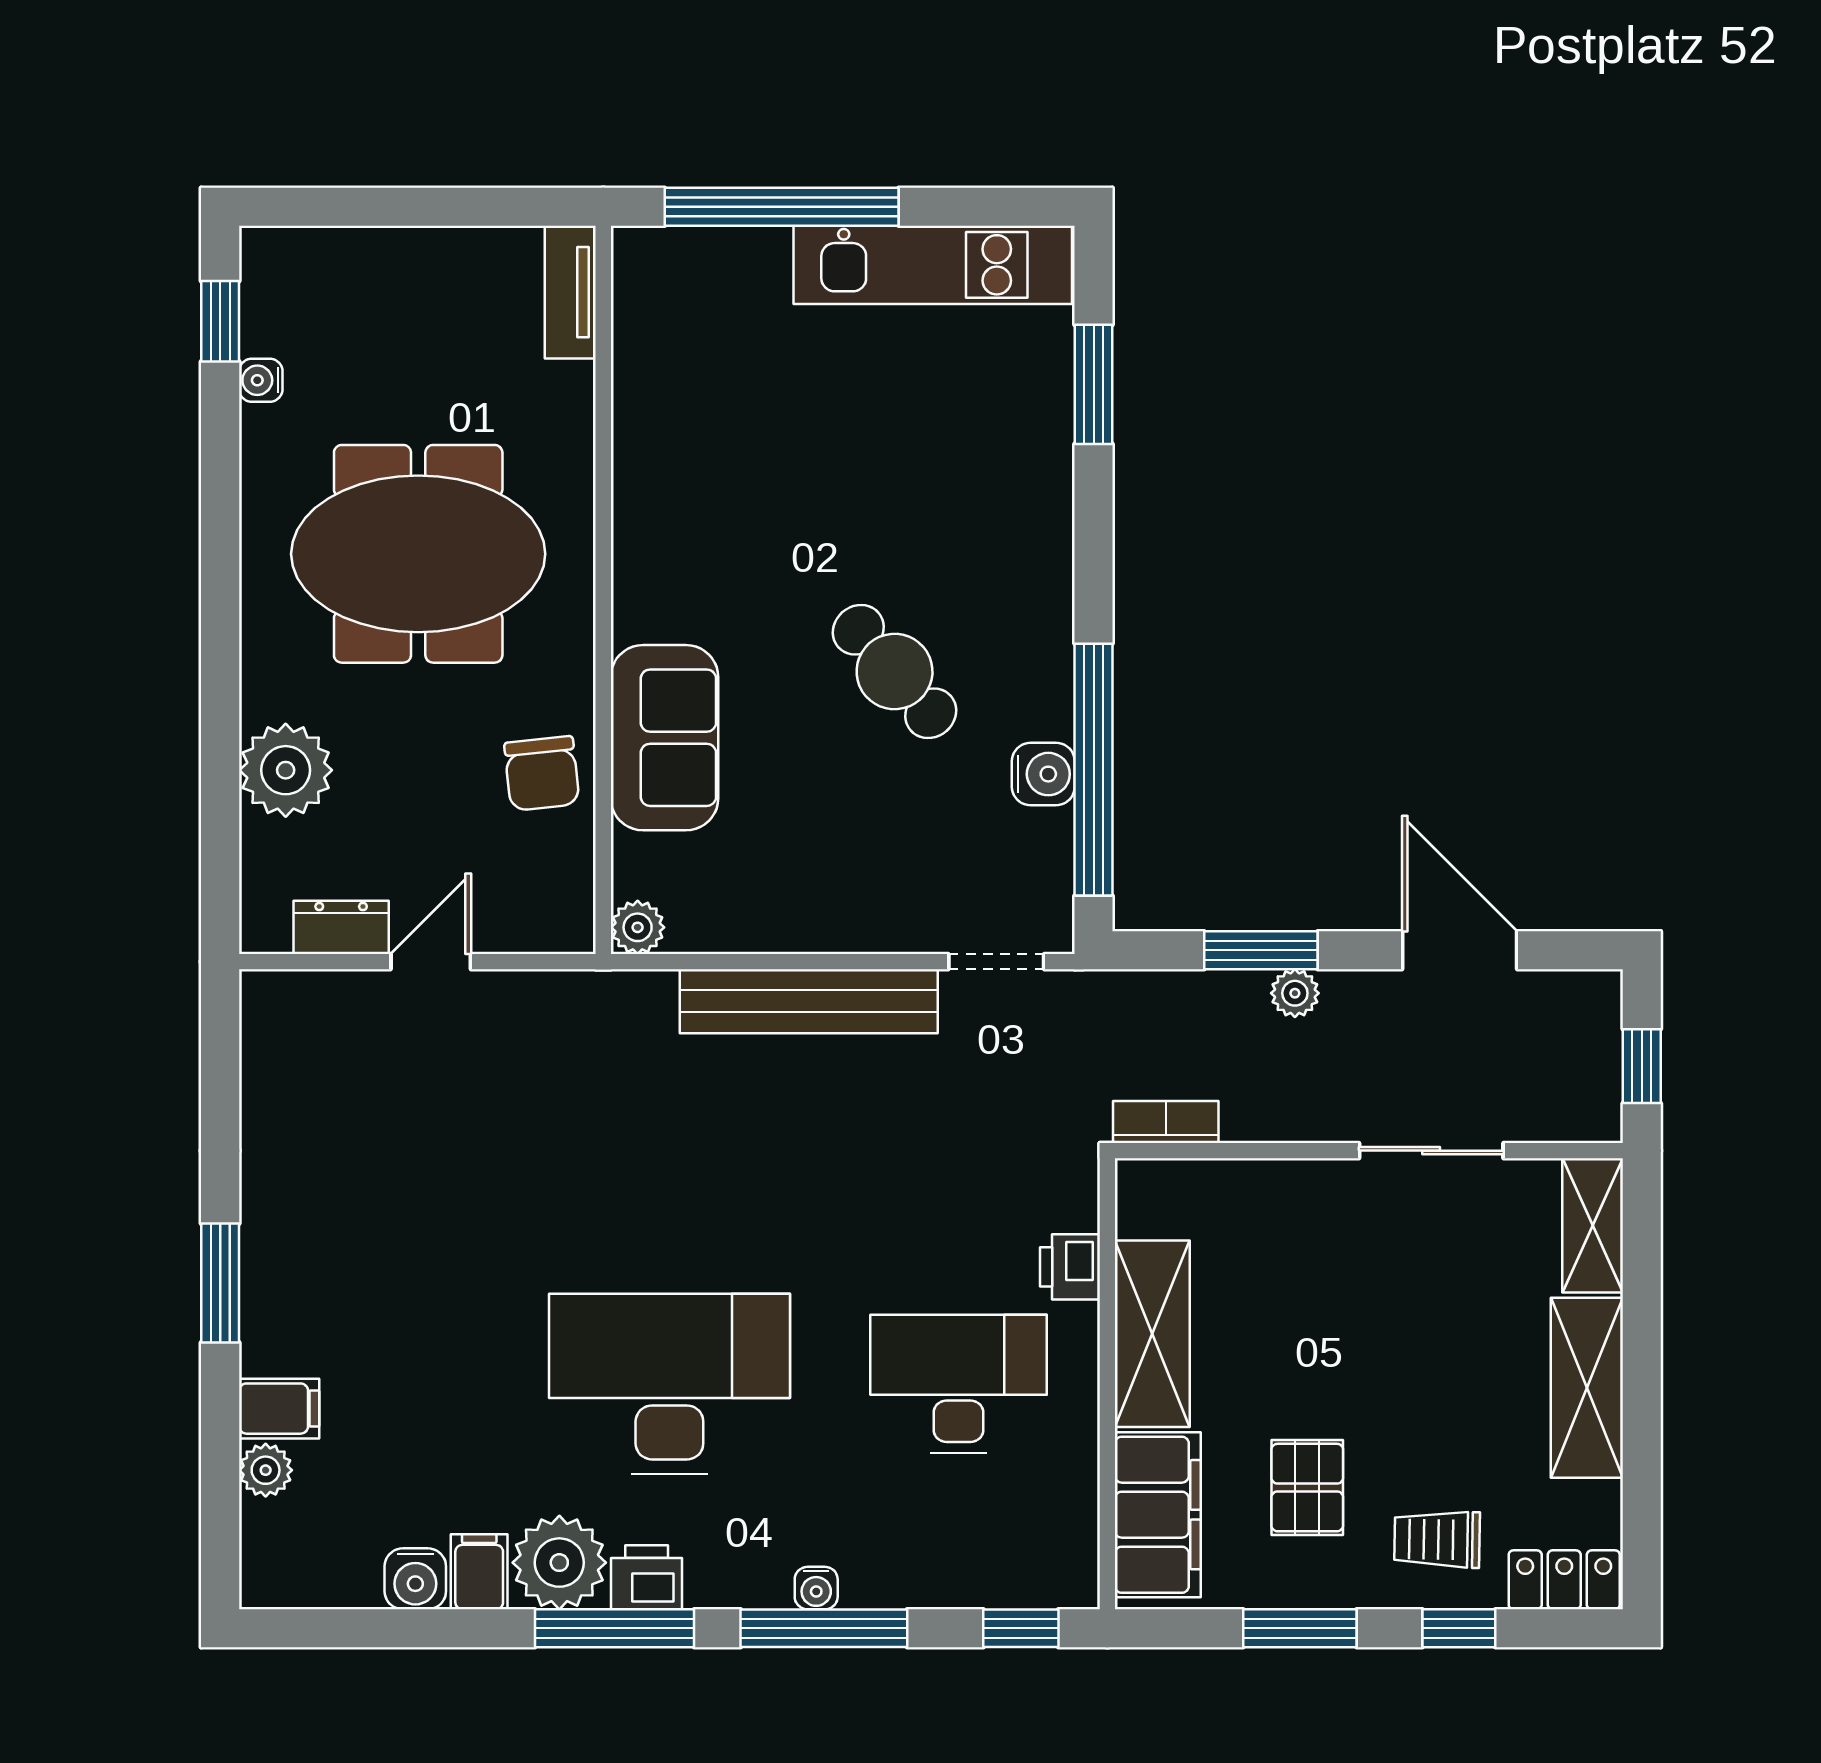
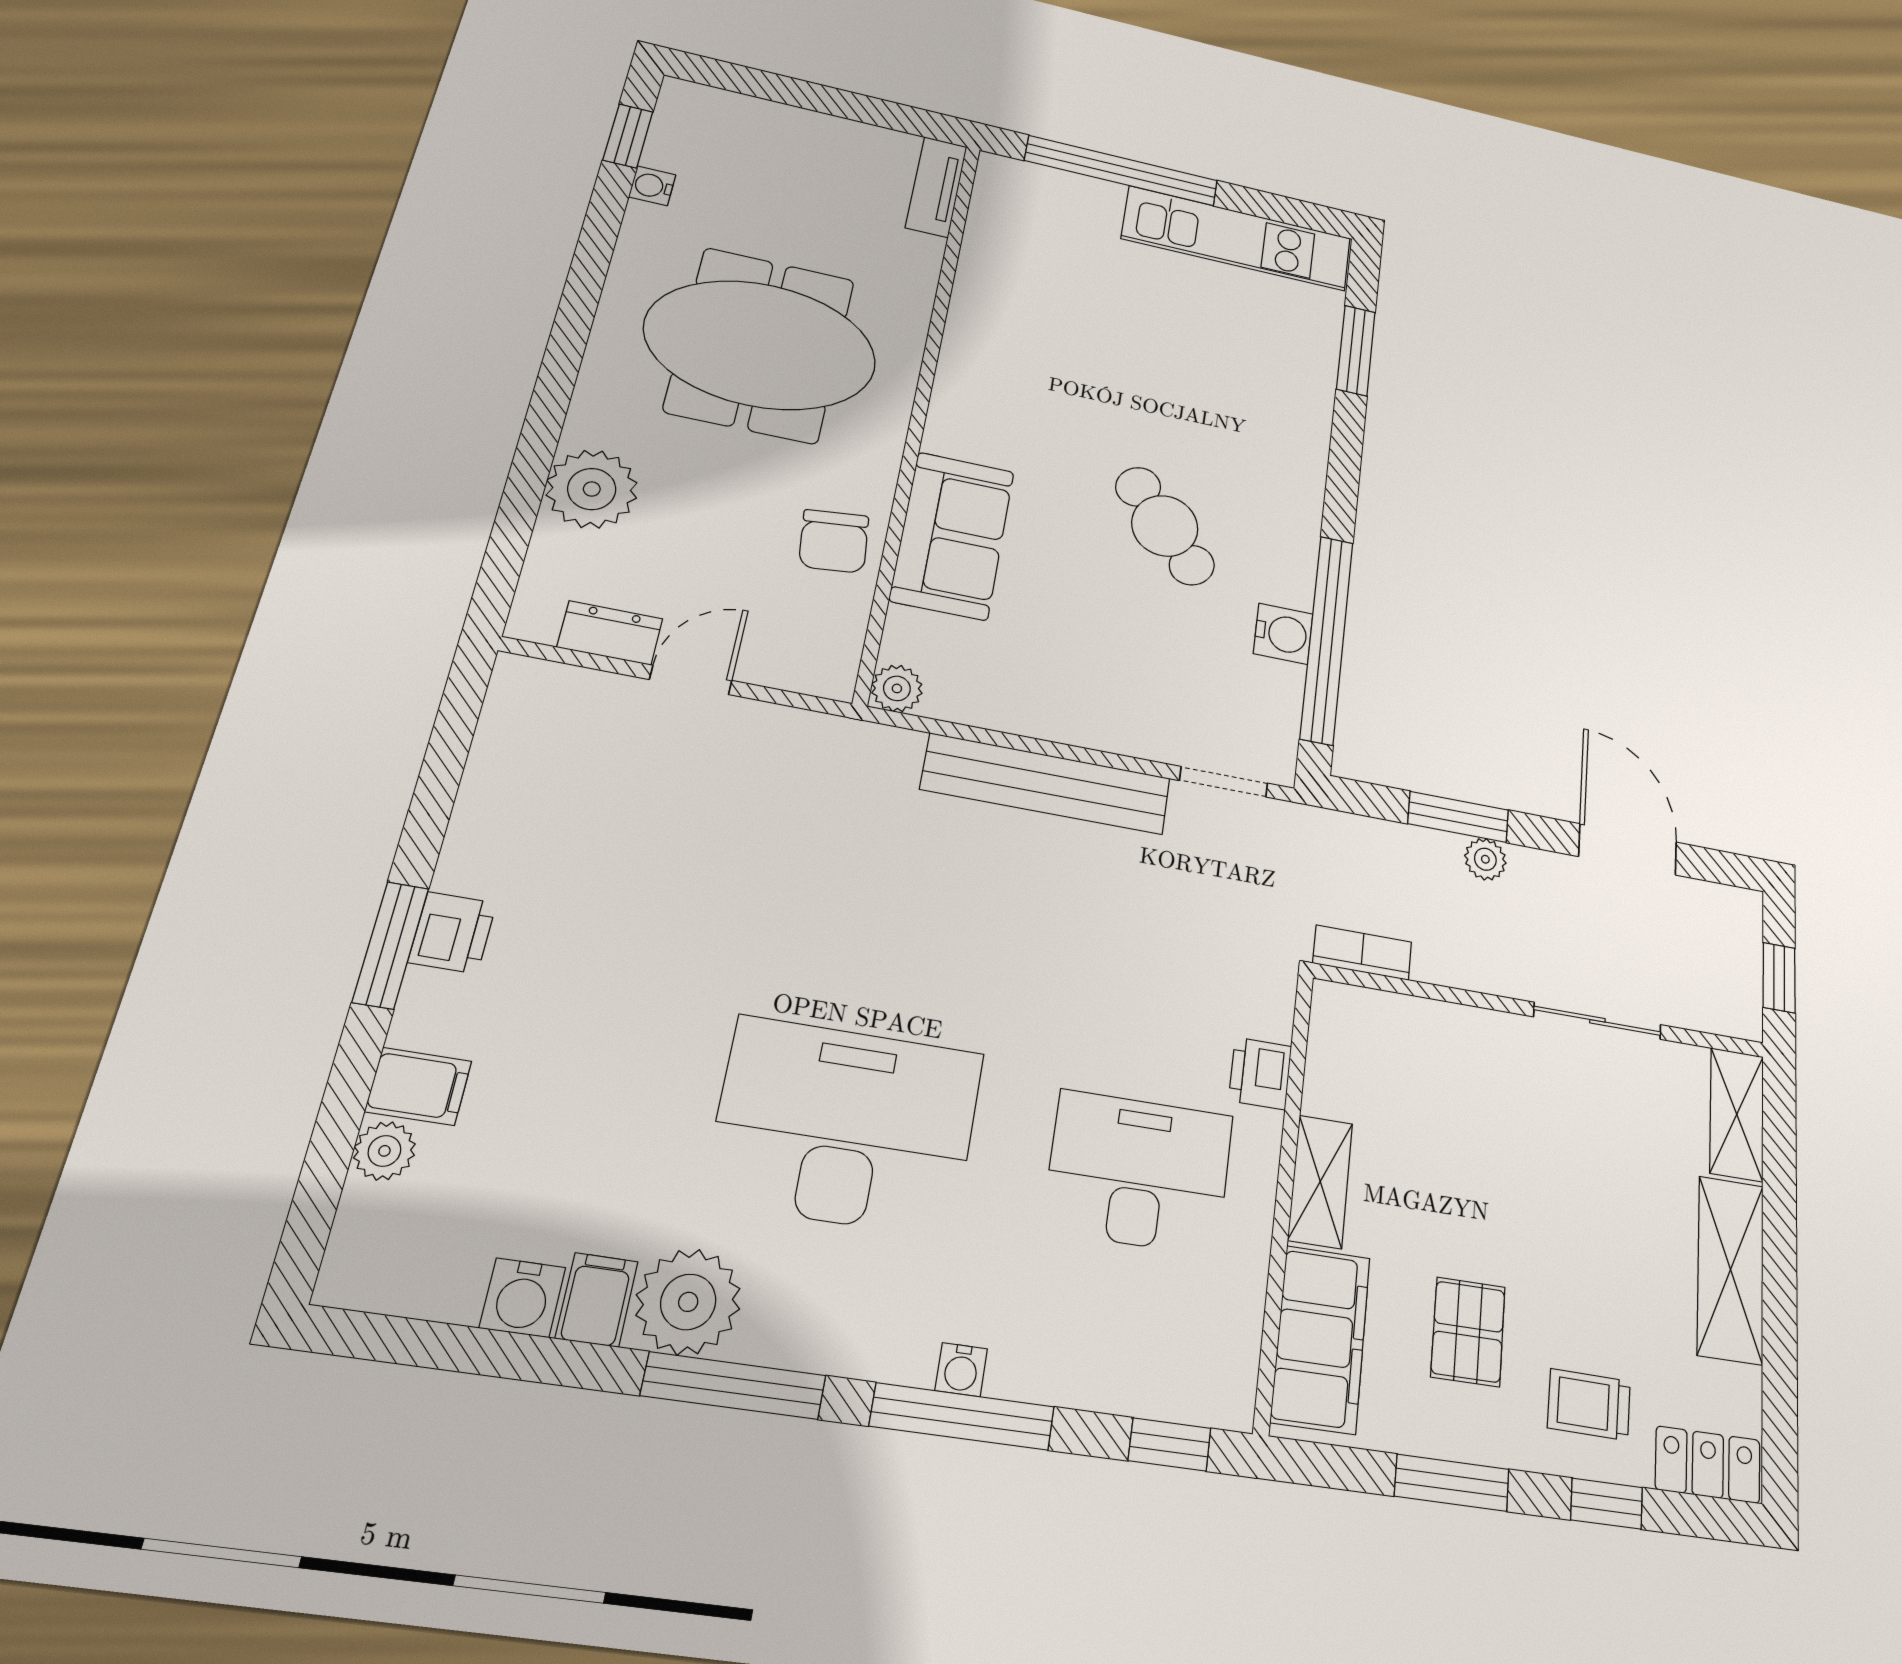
shelving: (1152, 1334) -> (1320, 1181), width x0.67, depth x0.75
printer: (647, 1577) -> (452, 933), moved, turned 90

